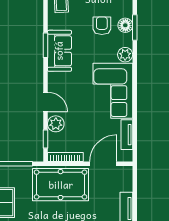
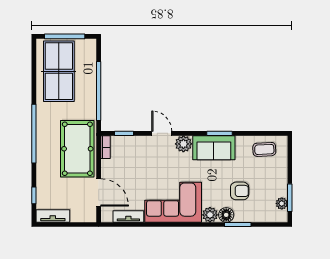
floor lamp: (125, 25) -> (226, 215), moved
door: (45, 102) -> (162, 133), swing flipped
plant: (56, 124) -> (183, 144), moved
bookcase: (65, 157) -> (105, 147), width x0.64

